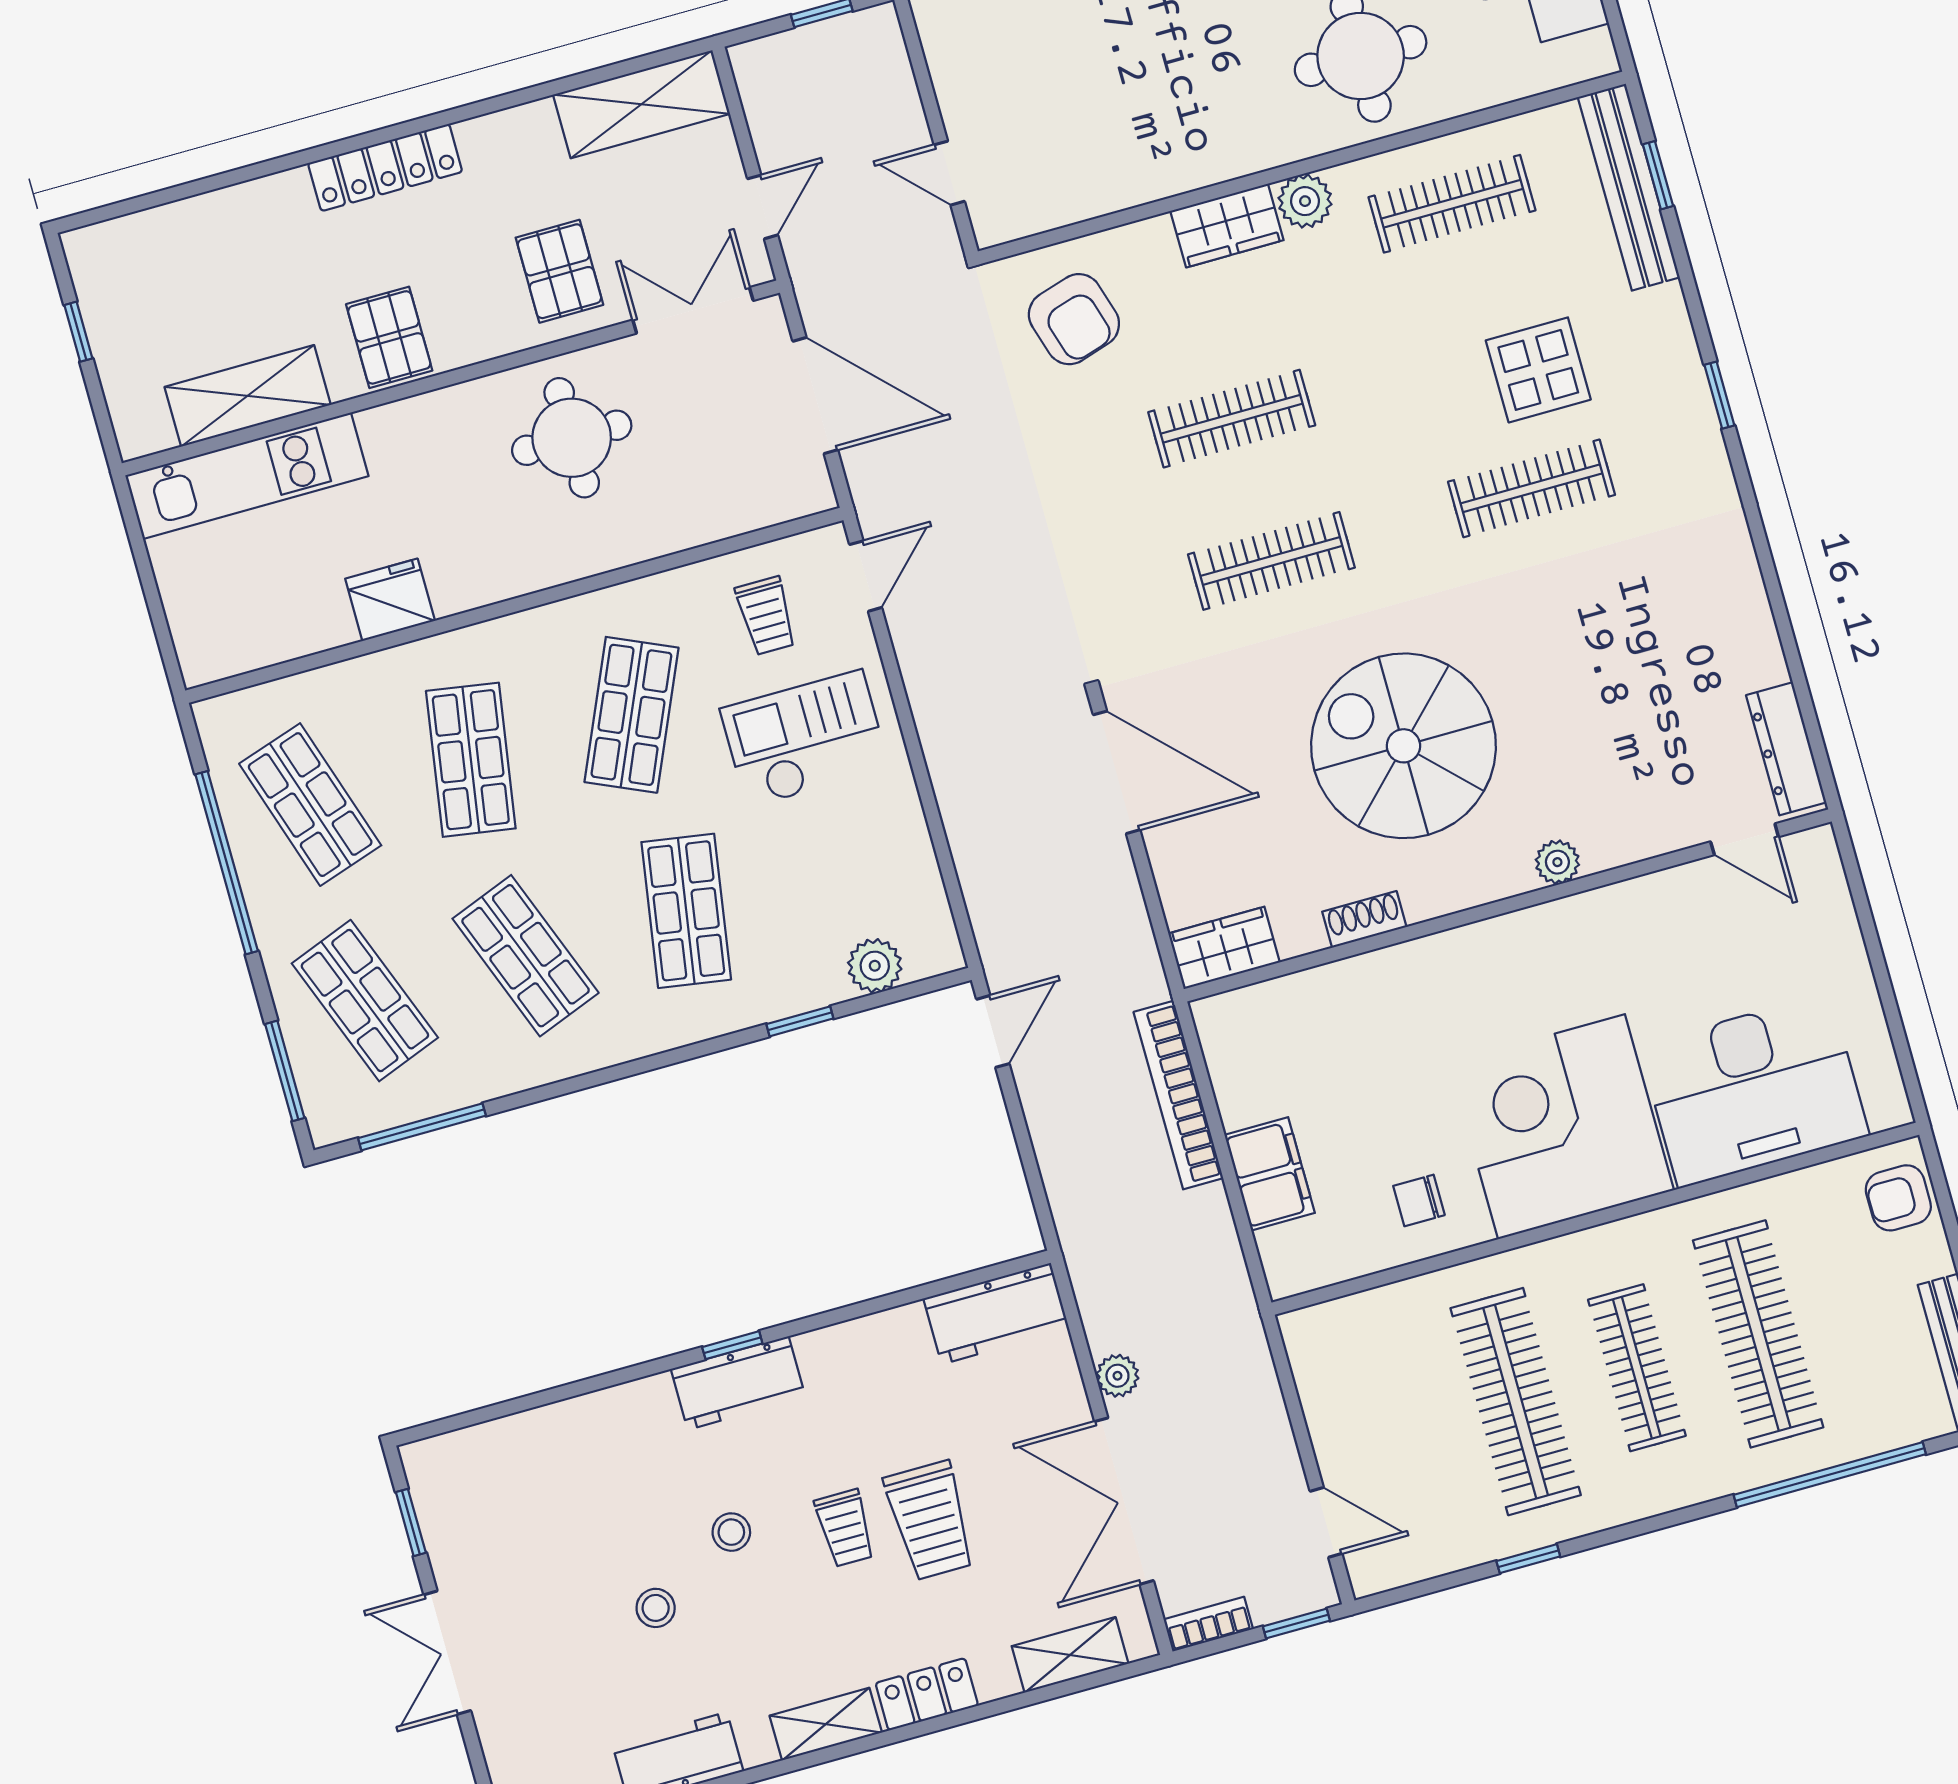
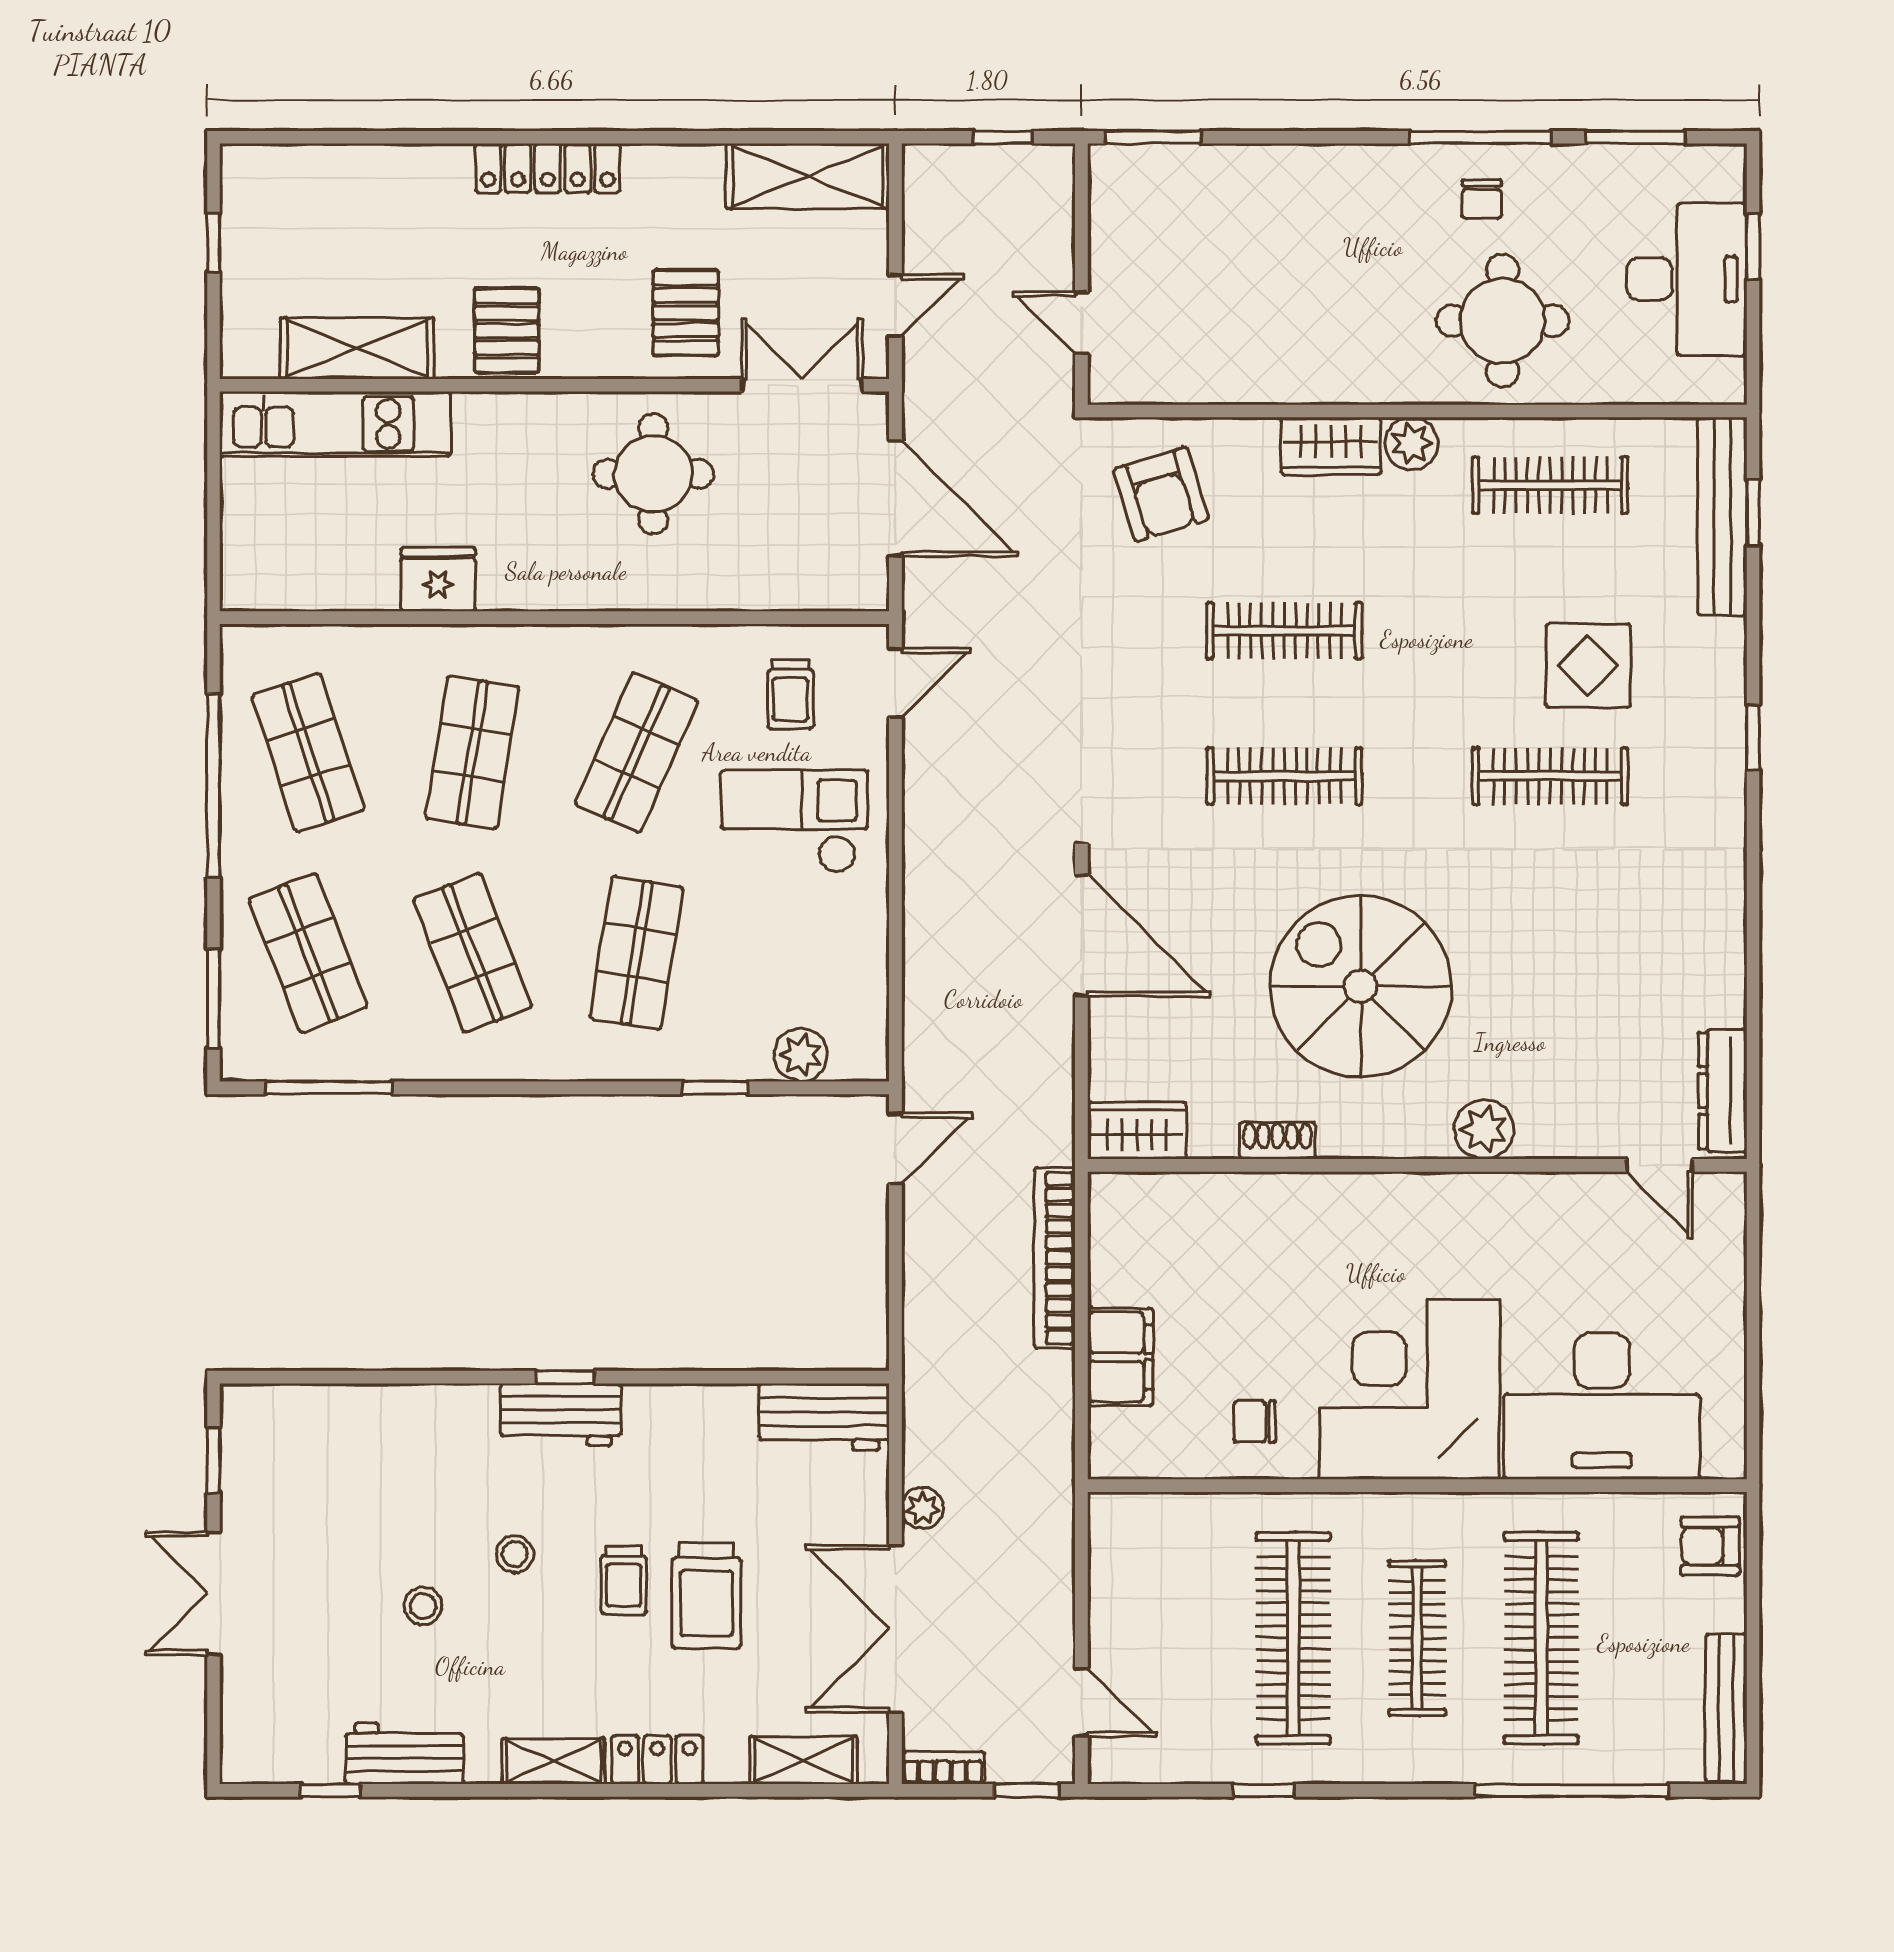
plant: (1557, 862) -> (1484, 1129), width x1.38, depth x1.38

